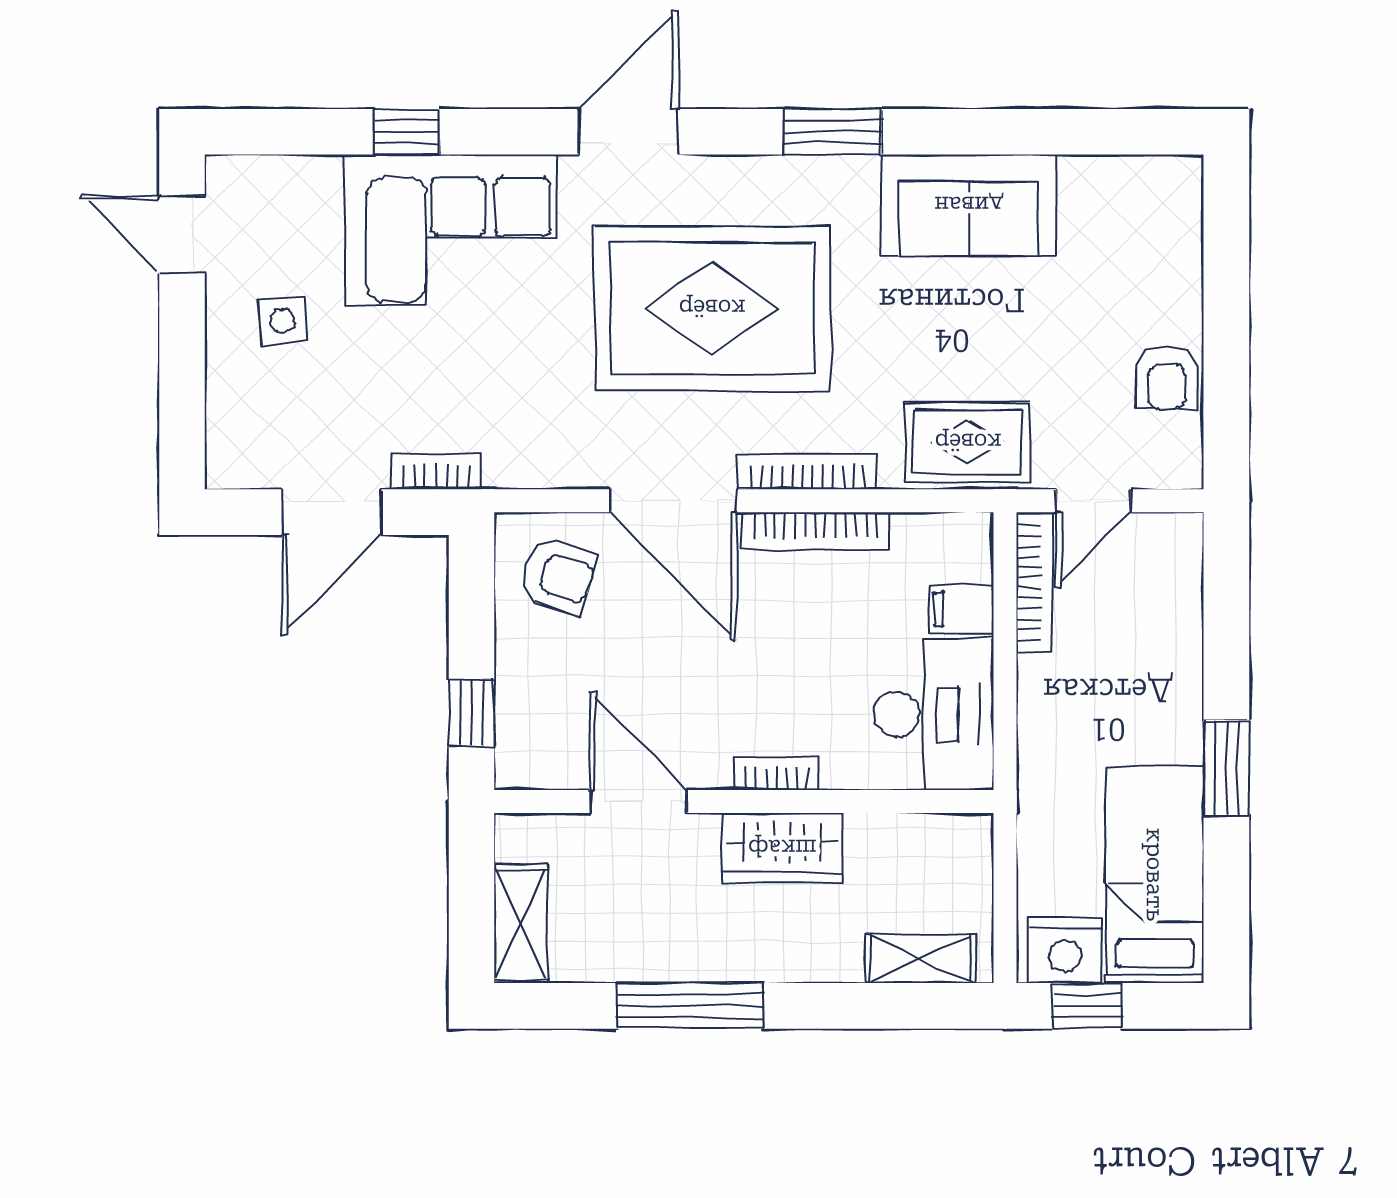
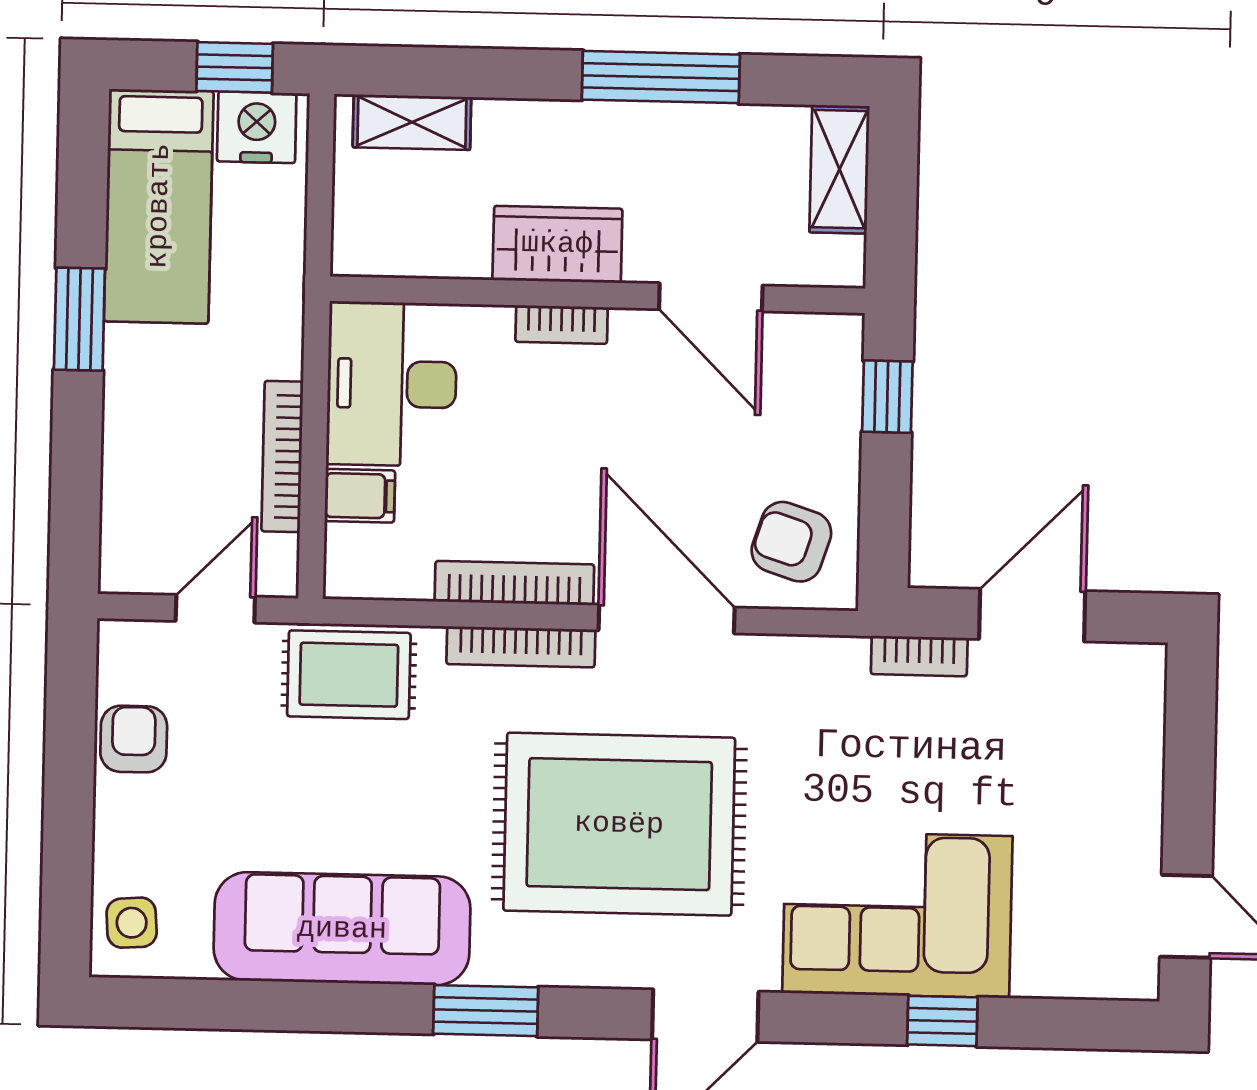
sofa: (969, 205) -> (342, 929), width x1.36
side table: (282, 321) -> (132, 923), moved
bookcase: (1034, 582) -> (282, 456), moved

